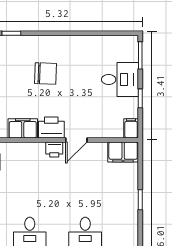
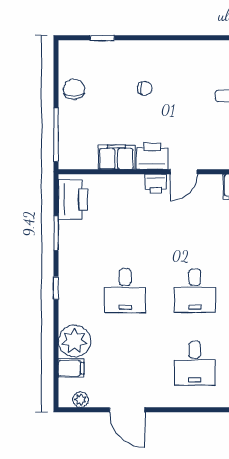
chair: (45, 73) -> (145, 88), width x0.54, depth x0.54

